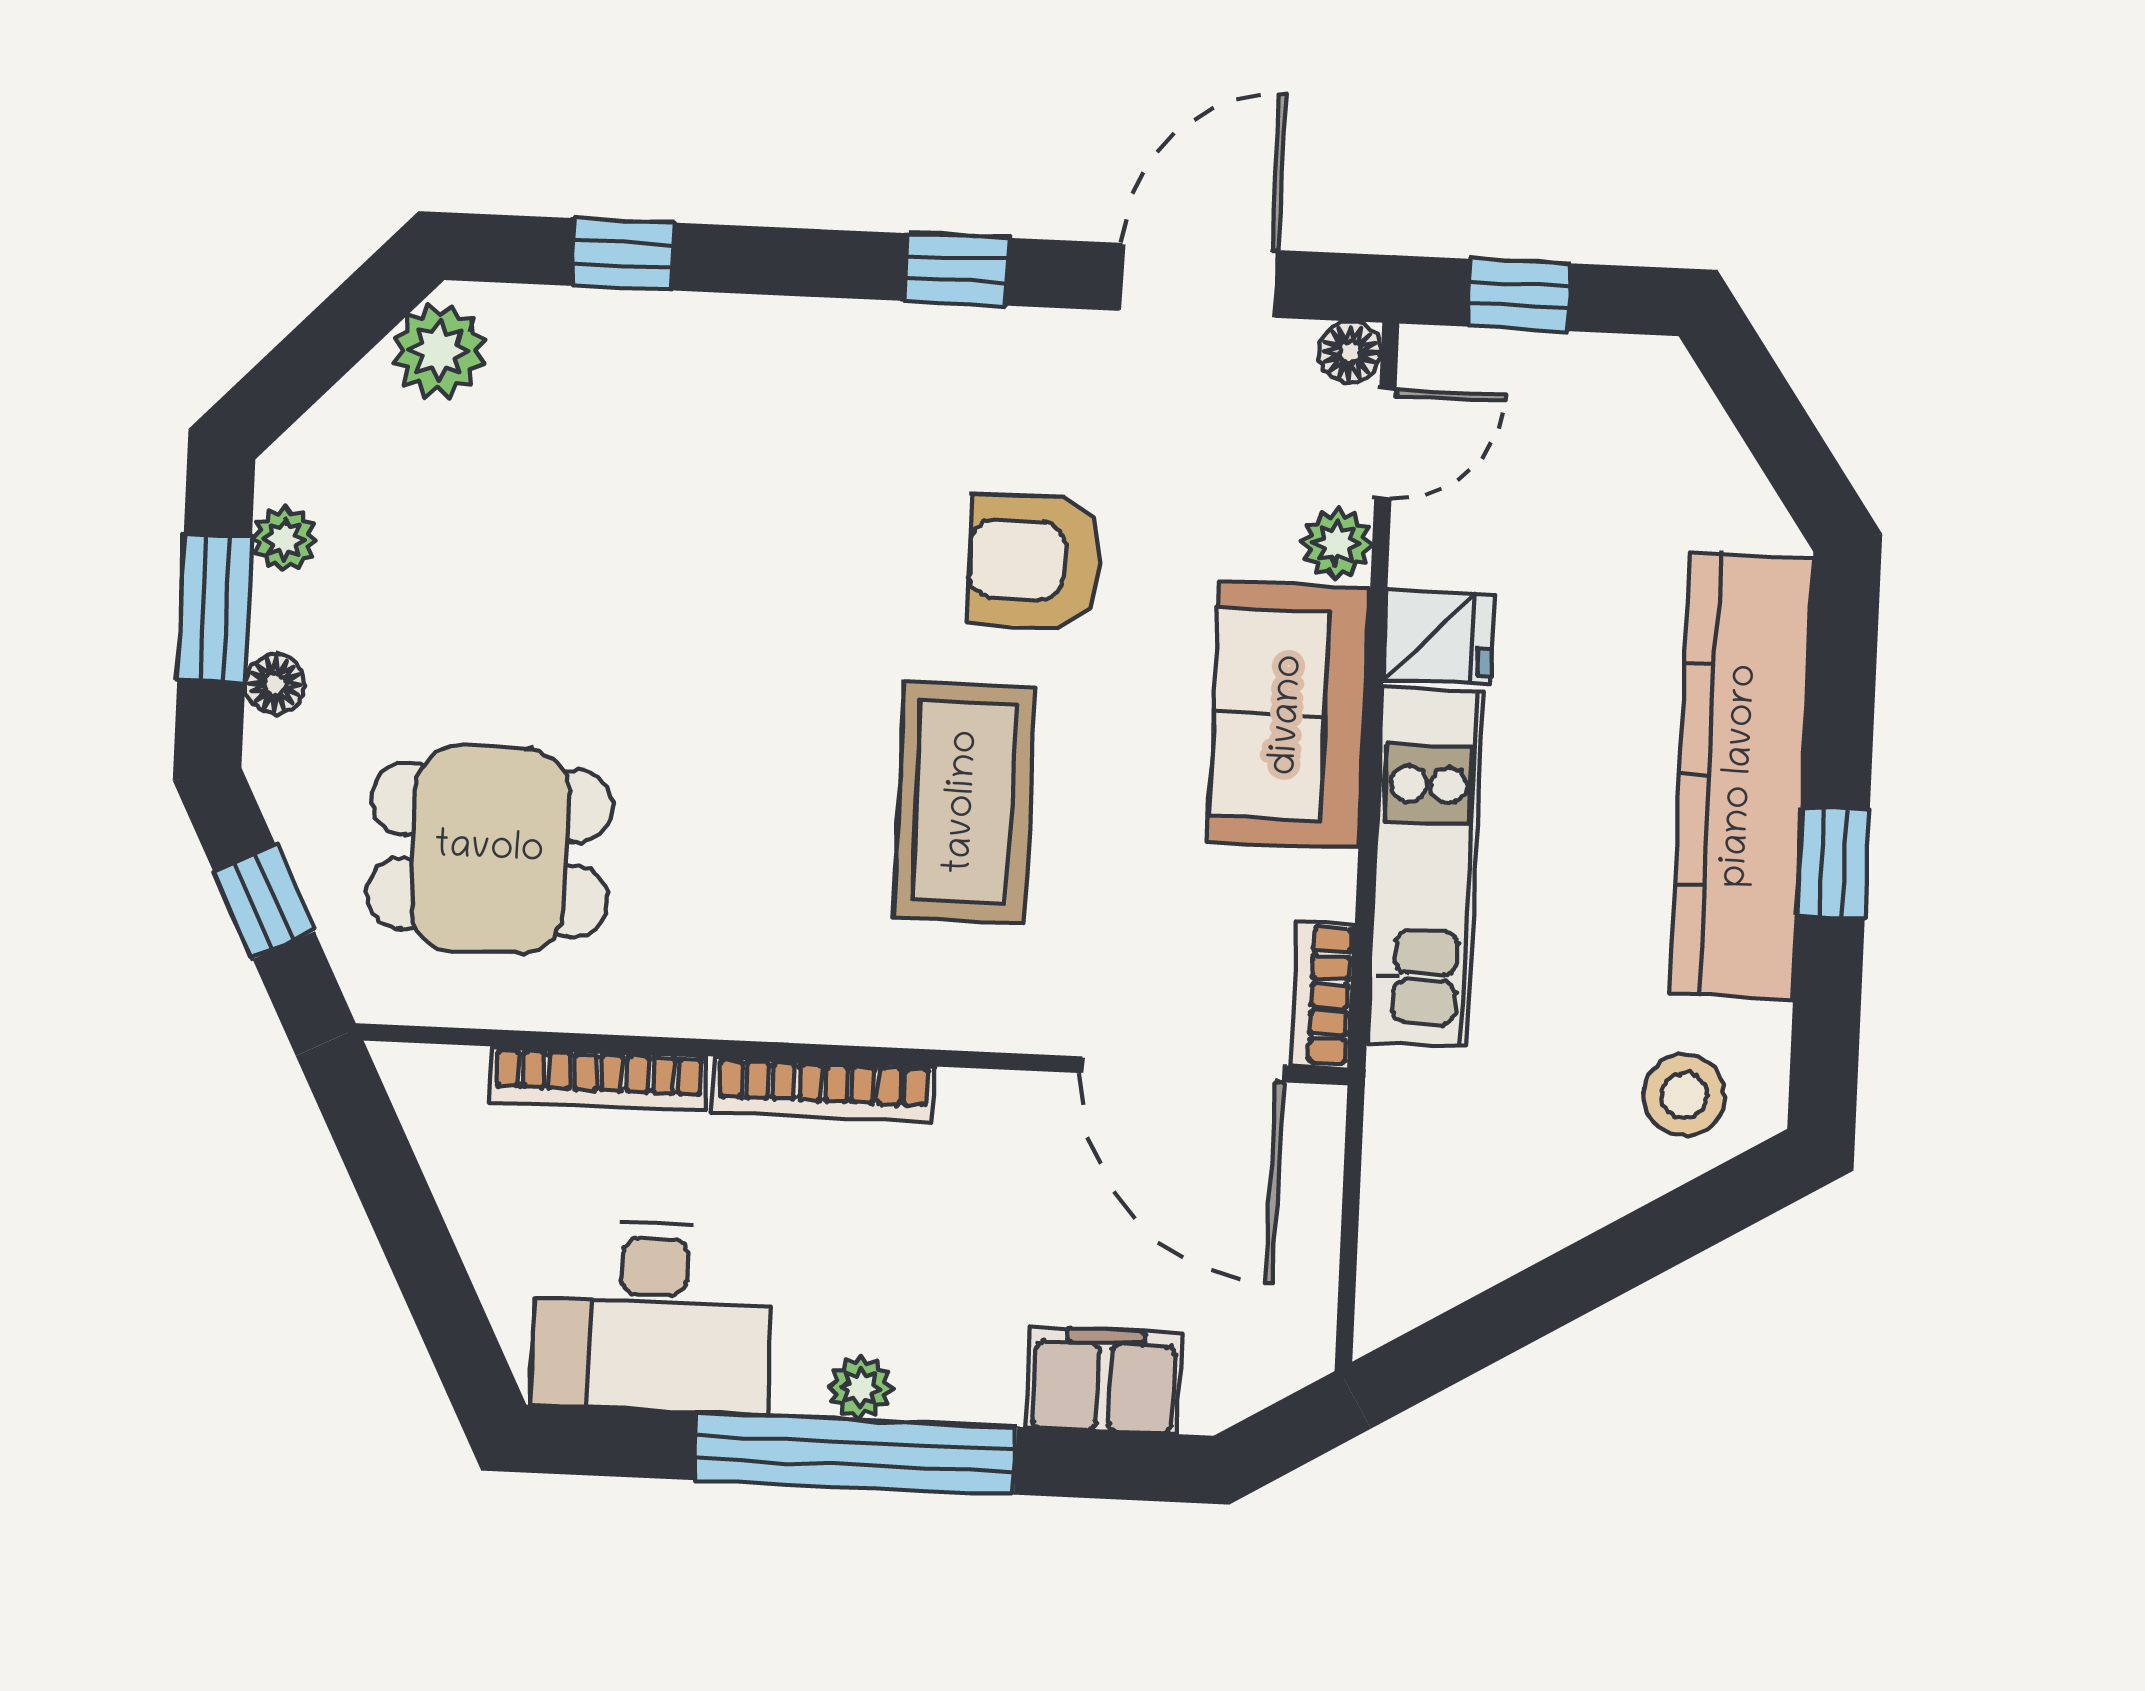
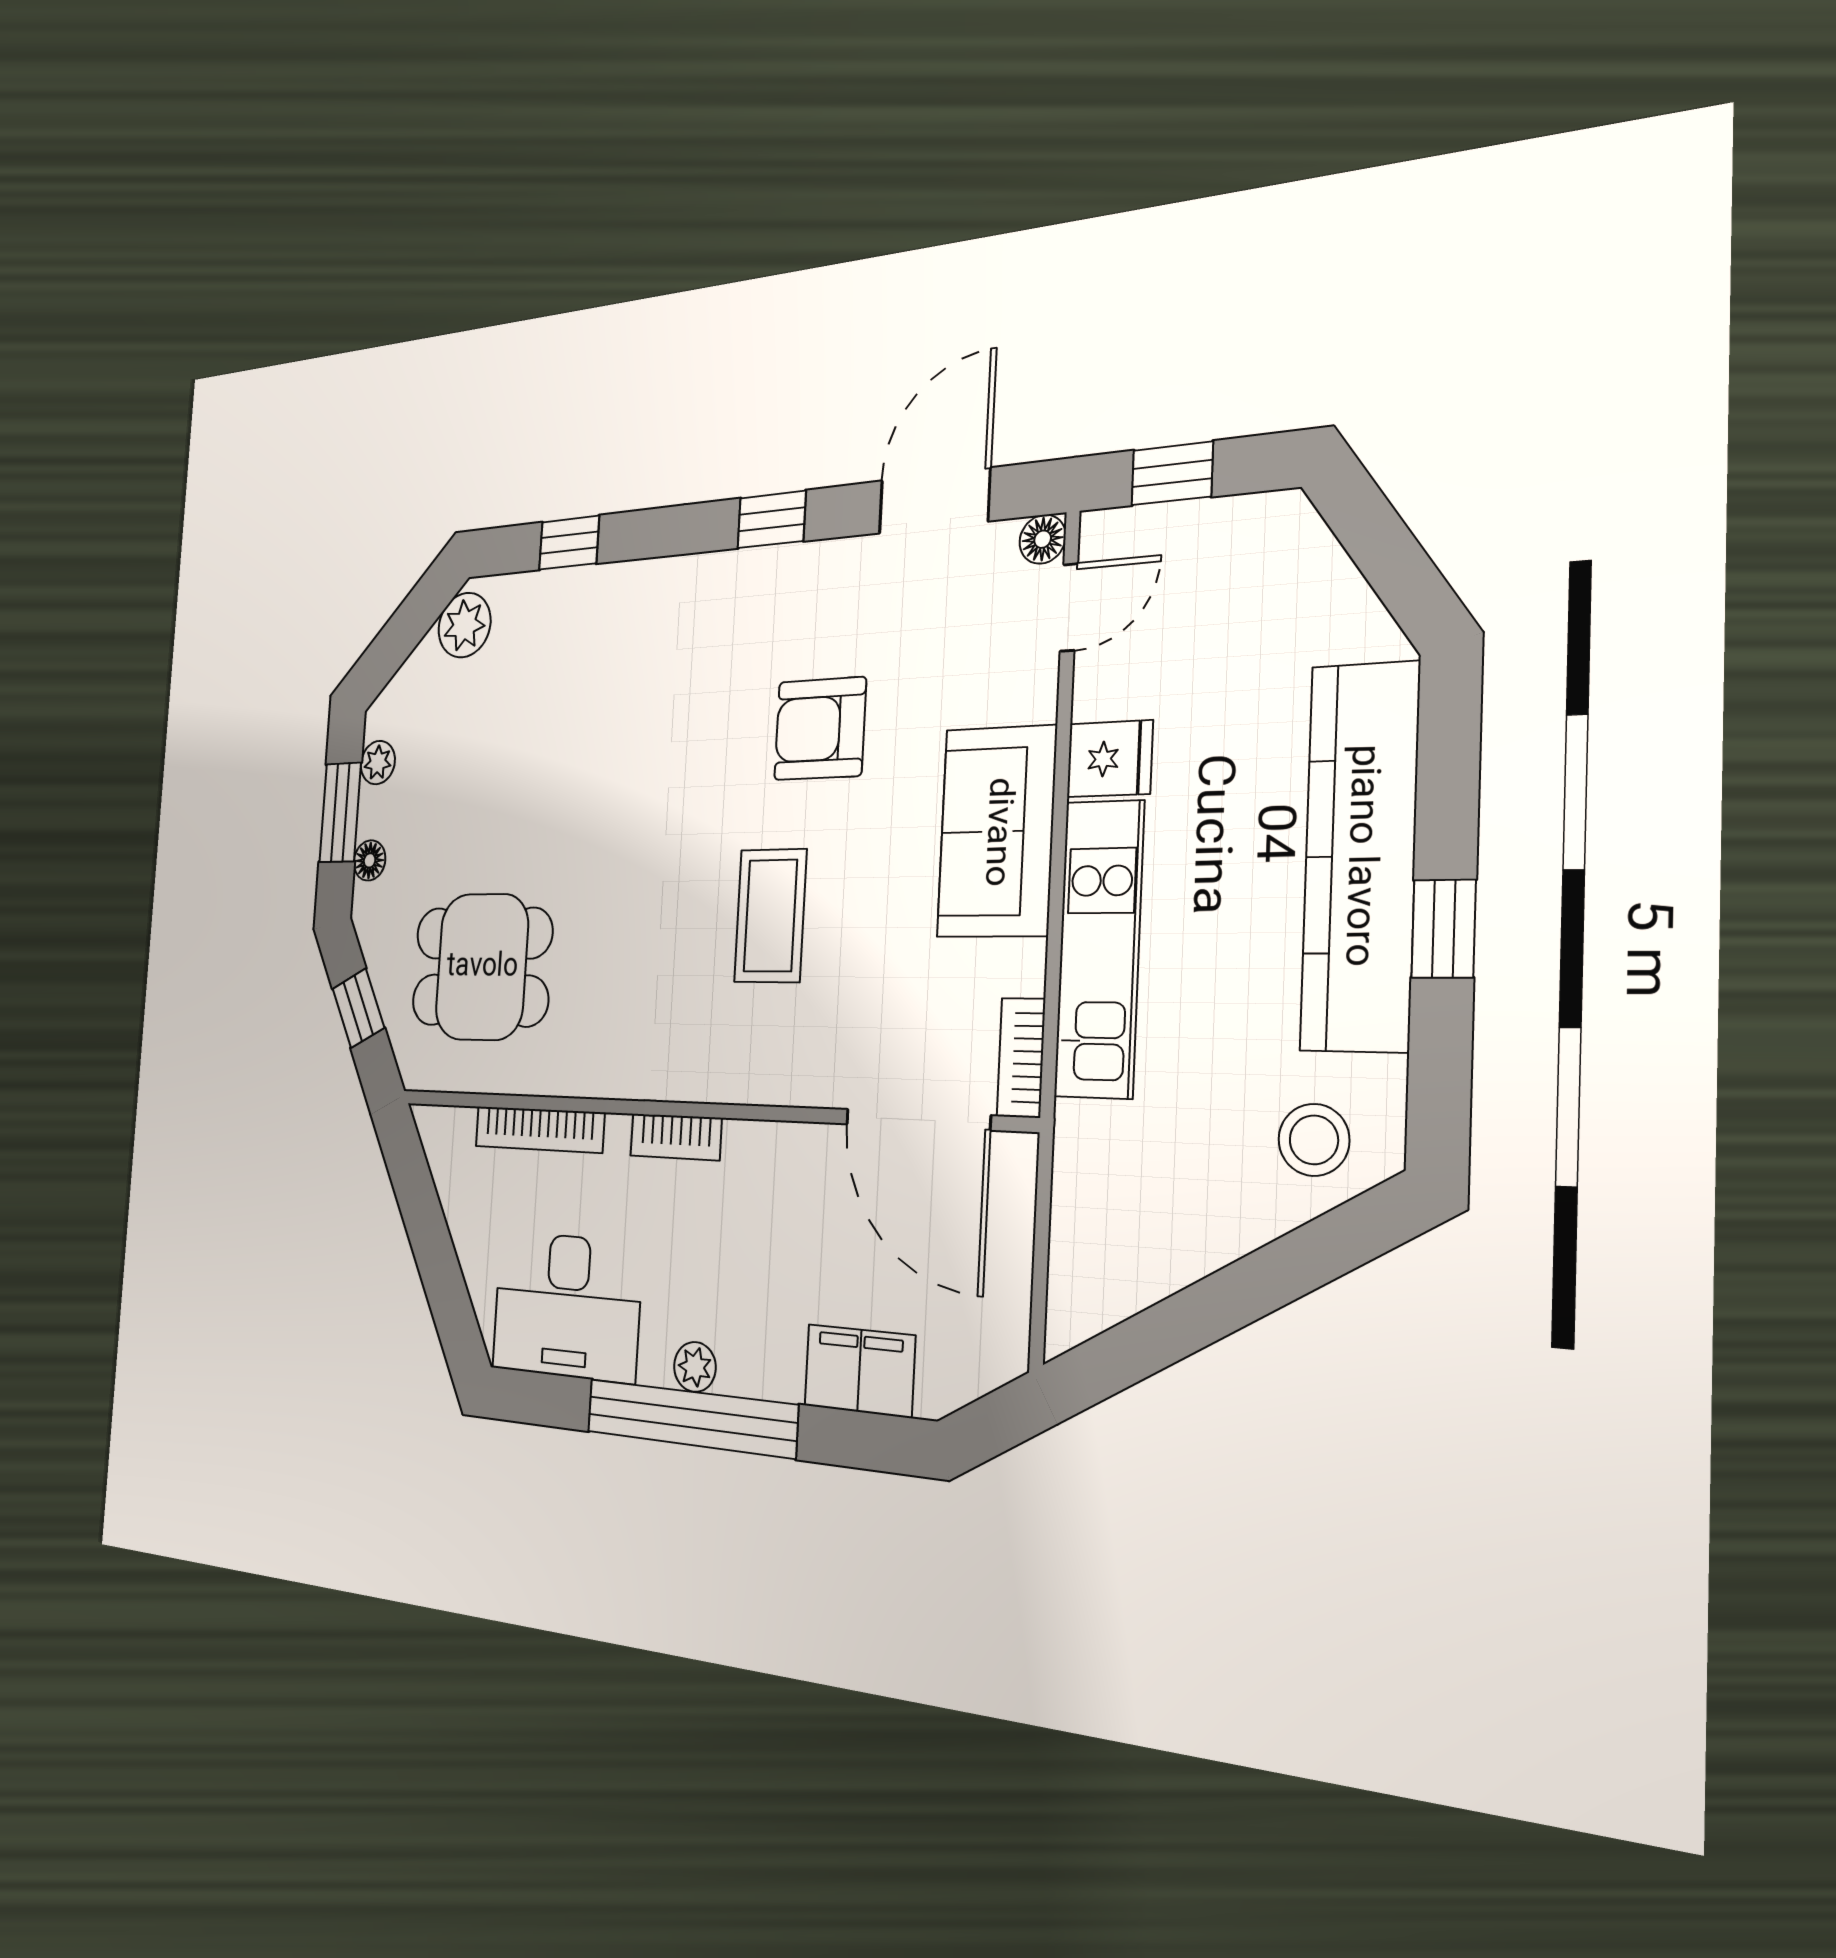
plant: (1336, 544) -> (1032, 692), removed
coffee table: (964, 802) -> (770, 916), width x0.73, depth x0.76
bookcase: (823, 1090) -> (676, 1137), width x0.64

